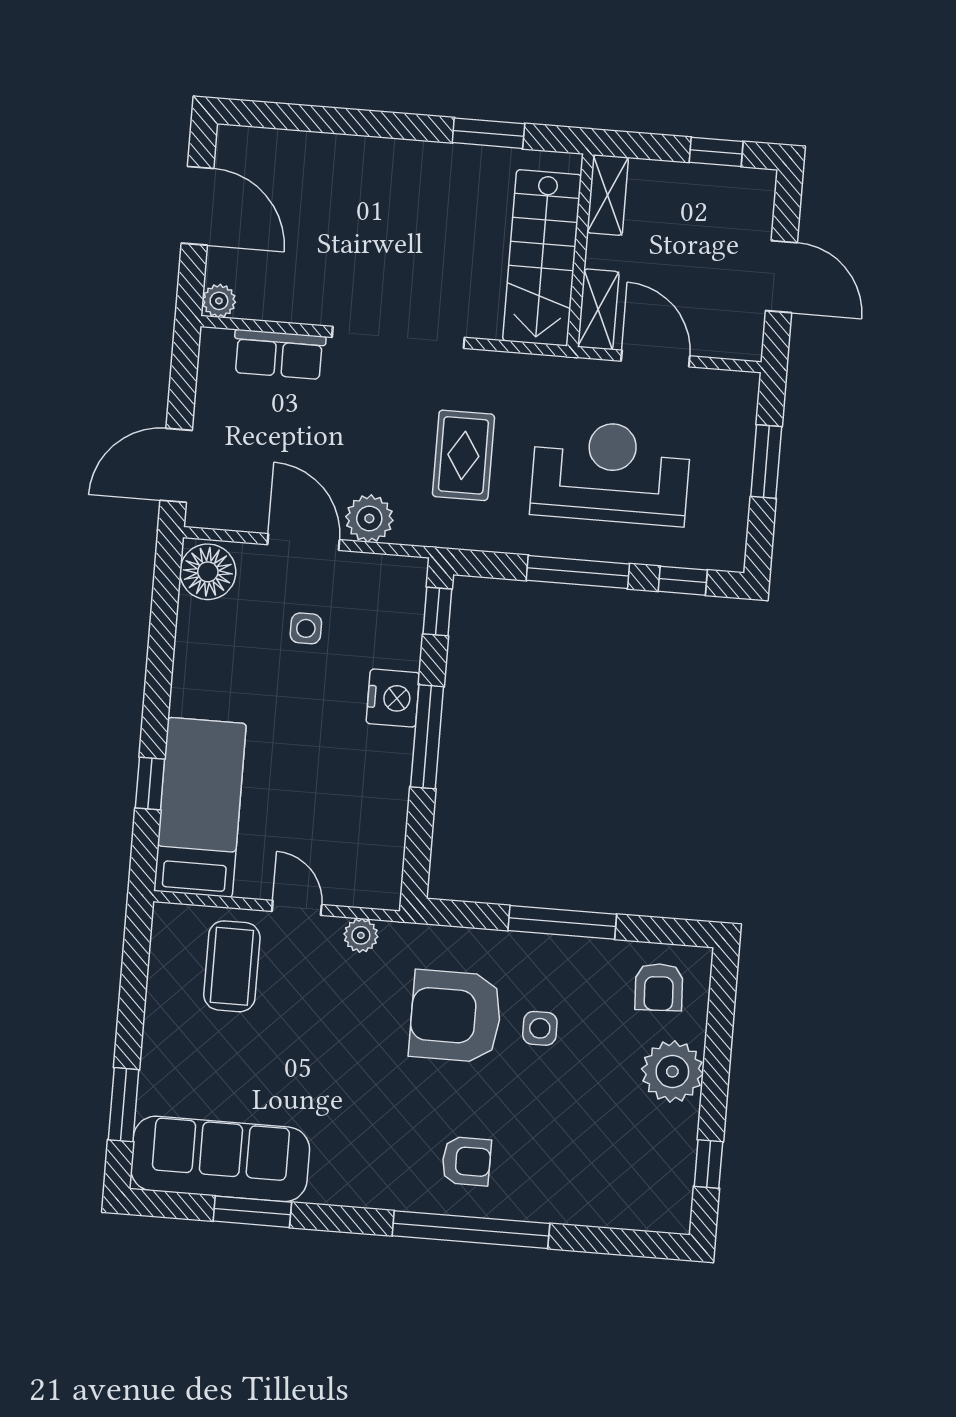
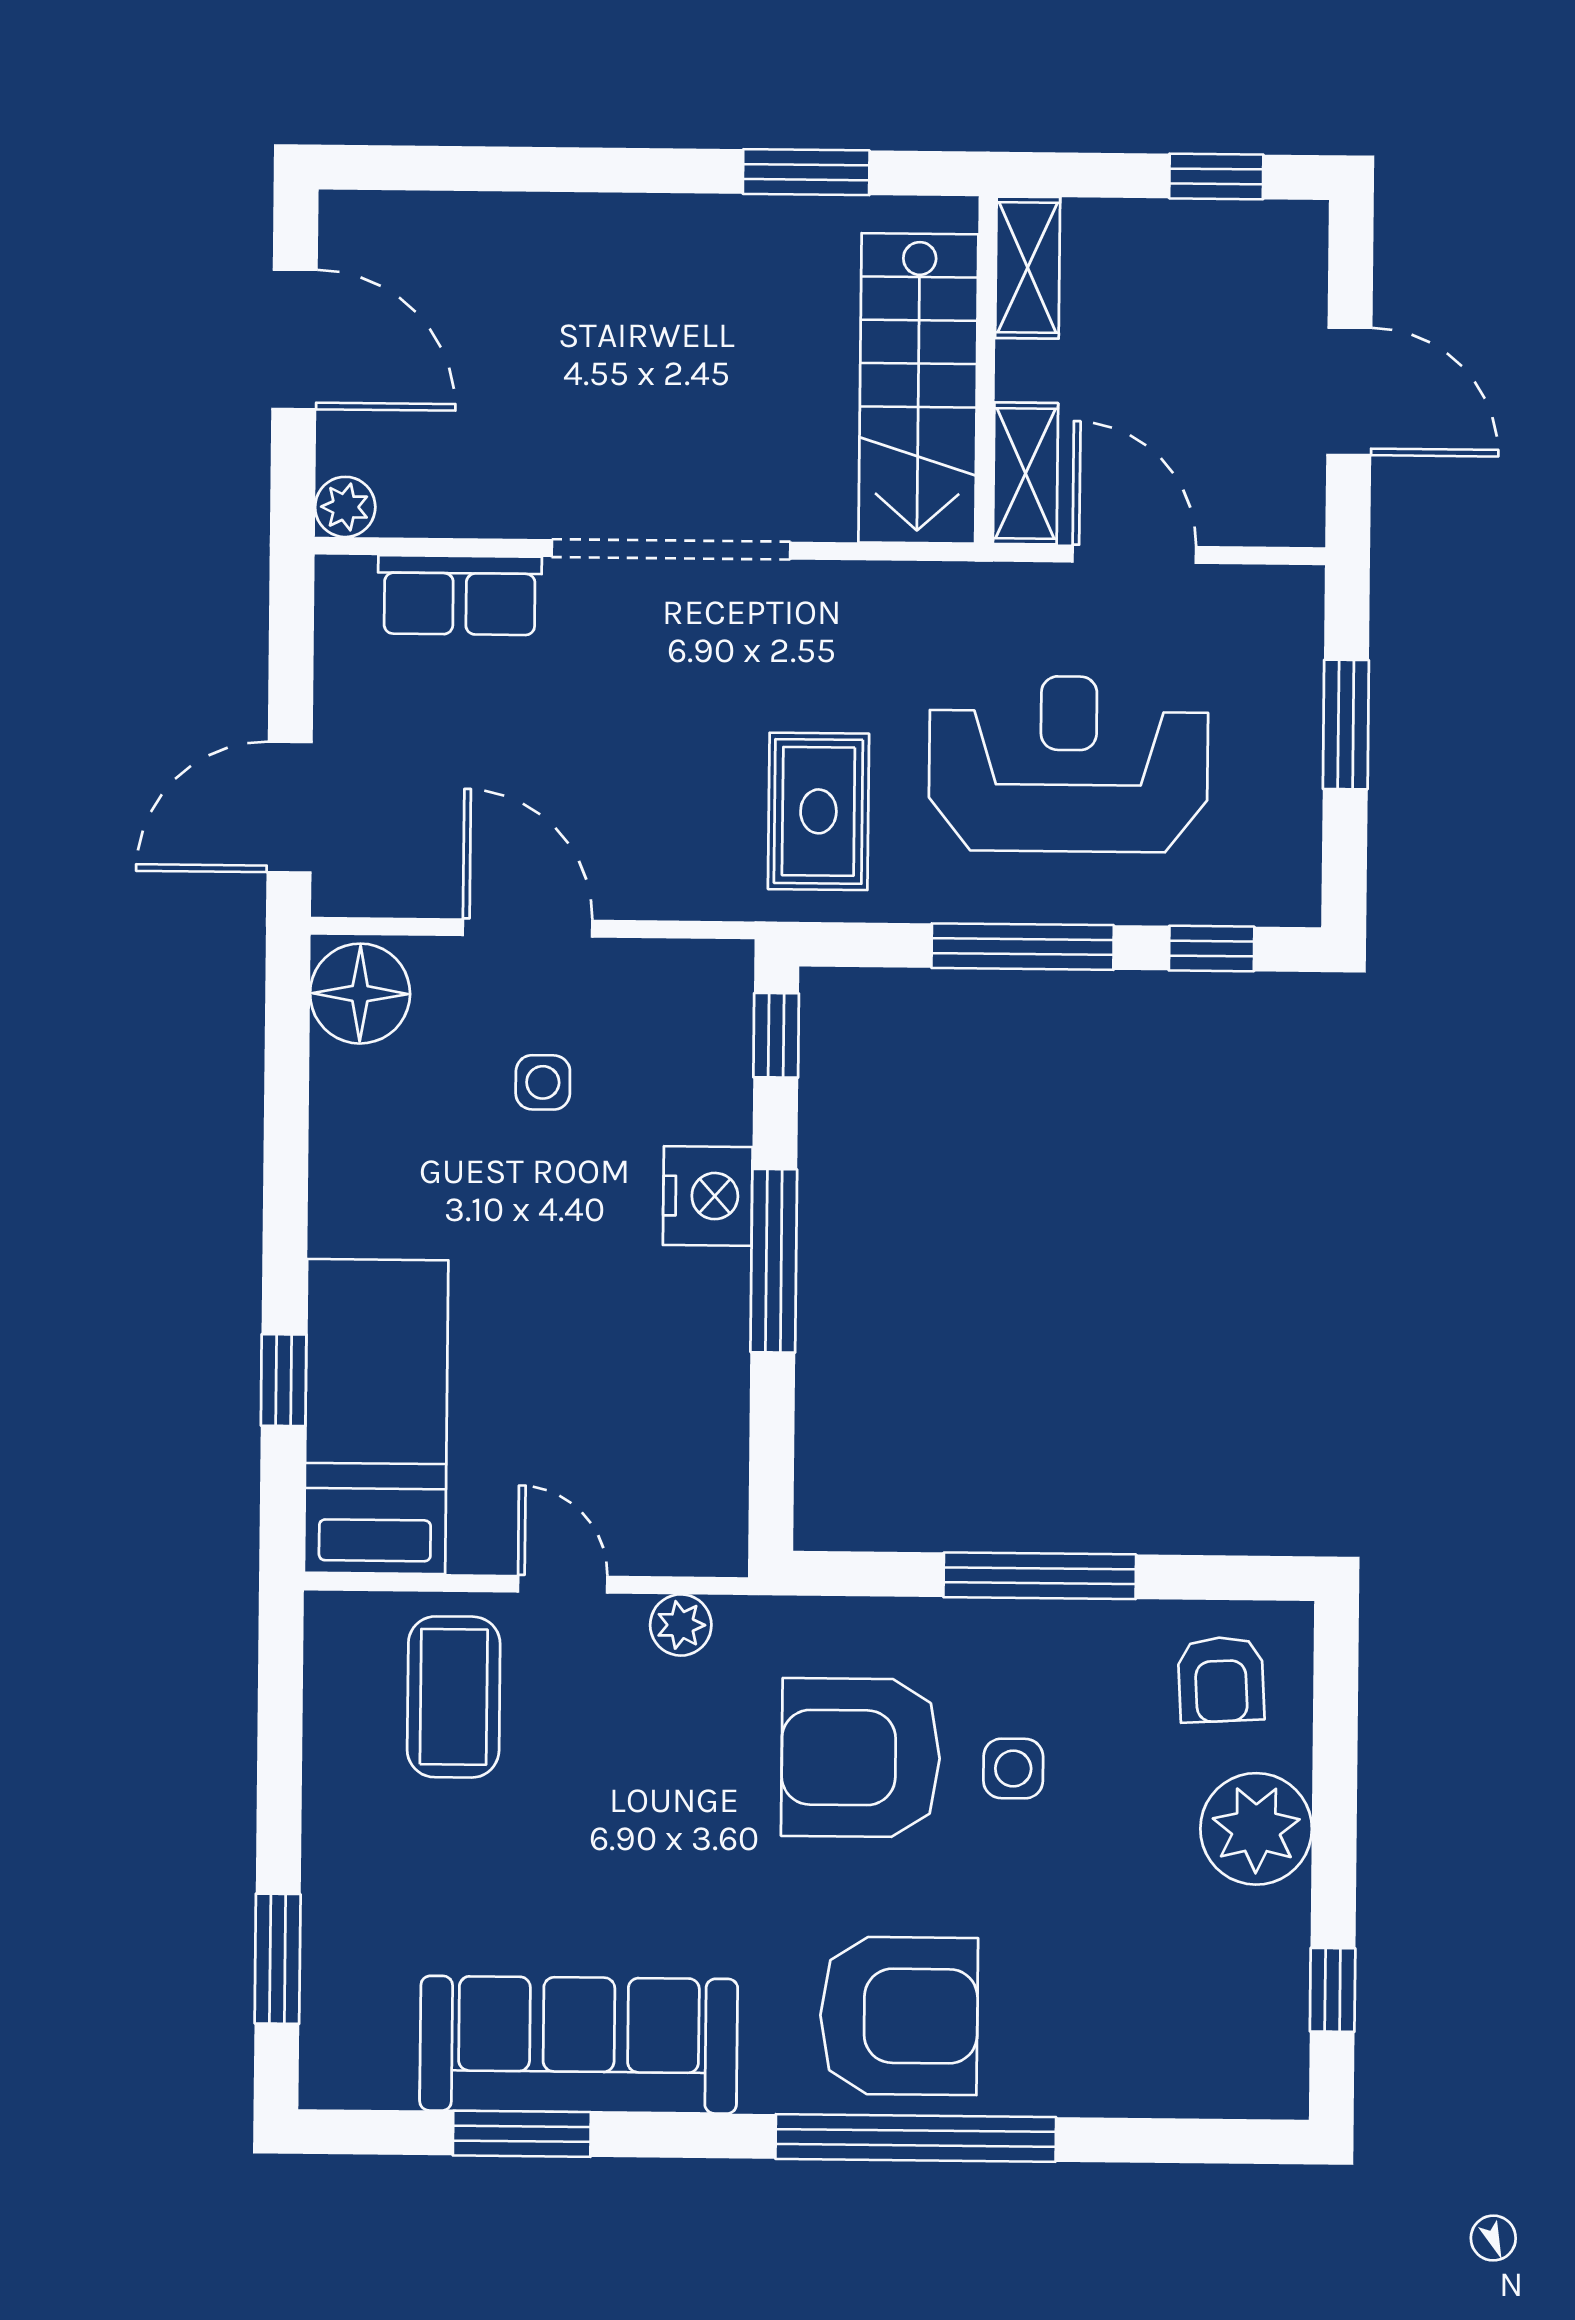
rug: (463, 455) -> (818, 811), moved
plant: (369, 518) -> (642, 877), removed
sofa: (220, 1159) -> (579, 2045), moved
armchair: (466, 1161) -> (899, 2016), width x1.88, depth x1.88

